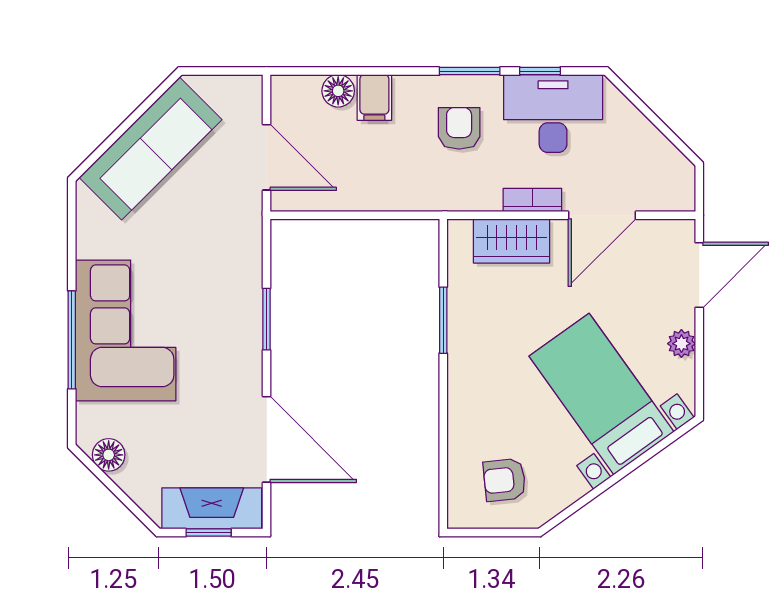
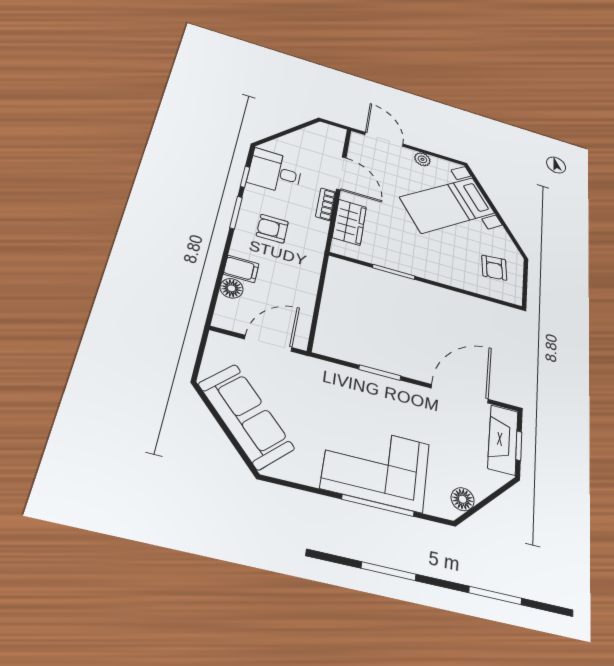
desk: (553, 114) -> (275, 172), width x0.73

